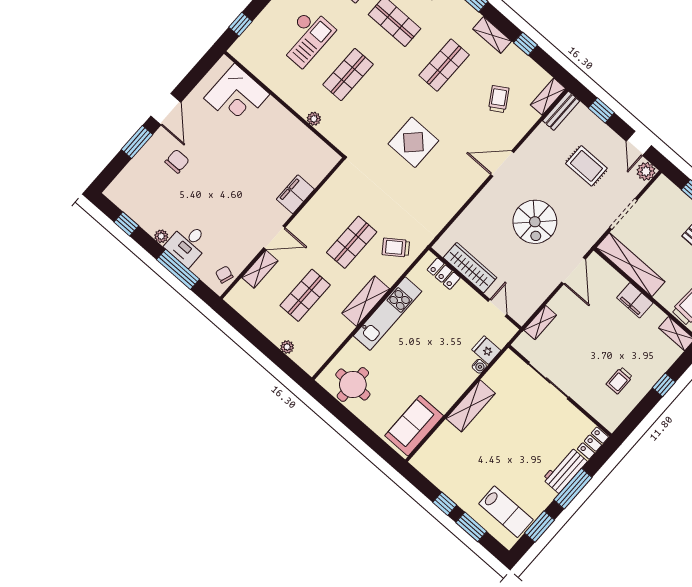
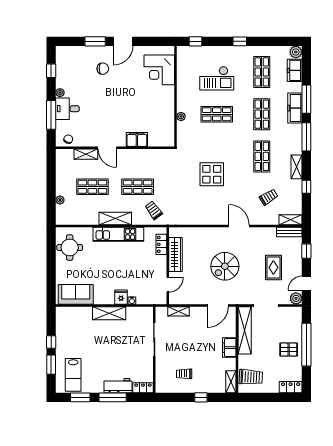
shop shelf: (444, 65) -> (262, 156), turned 90
fridge: (486, 350) -> (121, 297), moved

